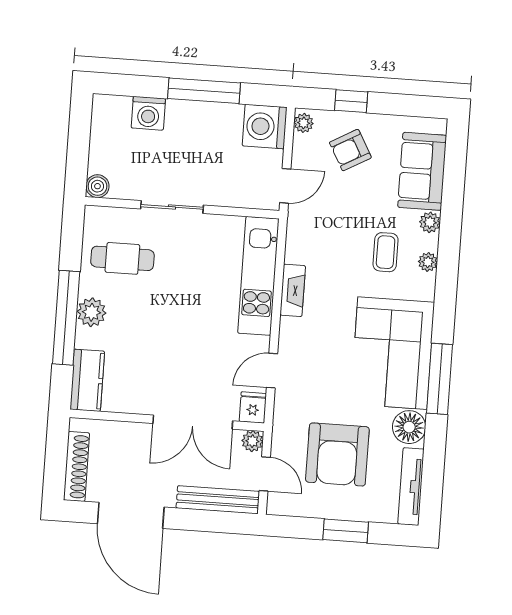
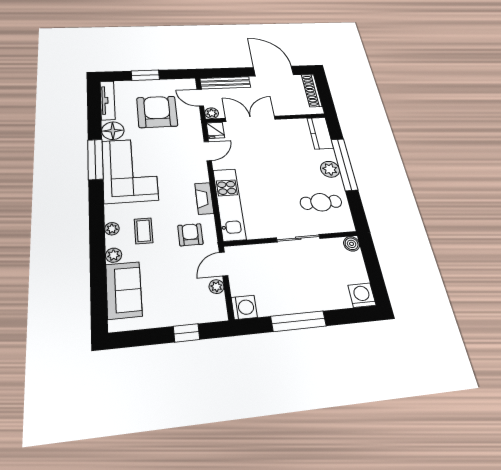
washing machine: (148, 113) -> (362, 295), moved
plant: (304, 123) -> (216, 287), moved
washing machine: (265, 127) -> (244, 307), width x0.73, depth x0.73
armchair: (350, 150) -> (190, 235), moved, turned -61

